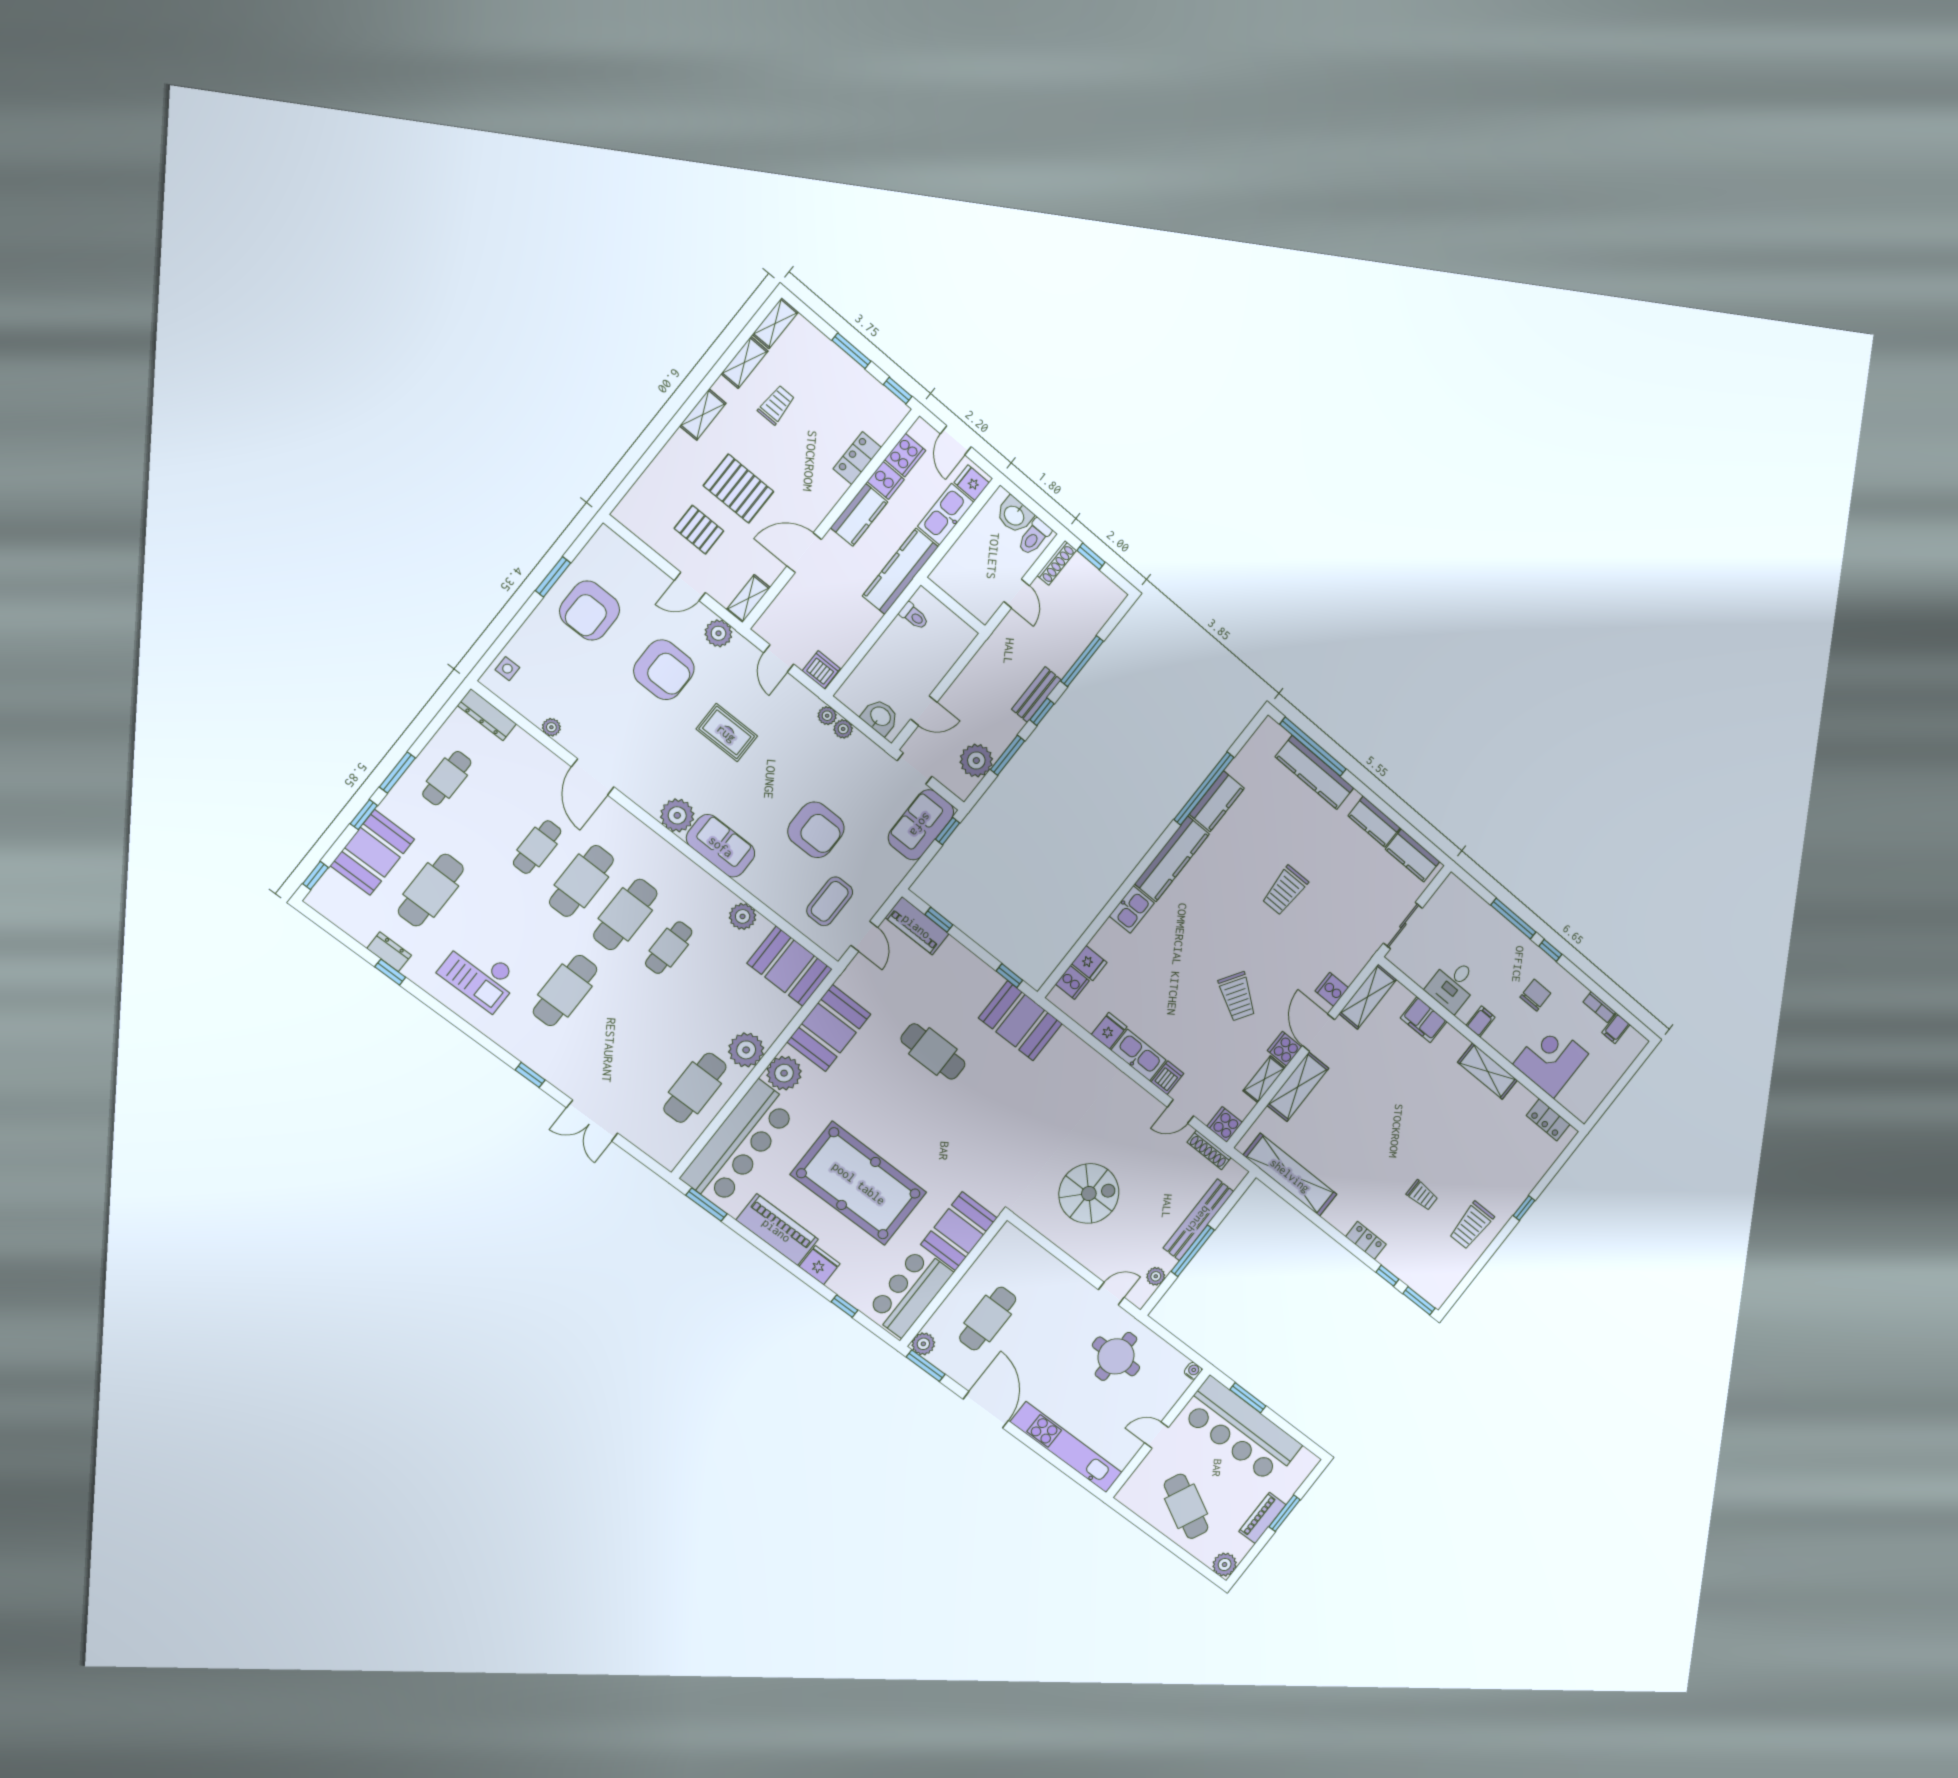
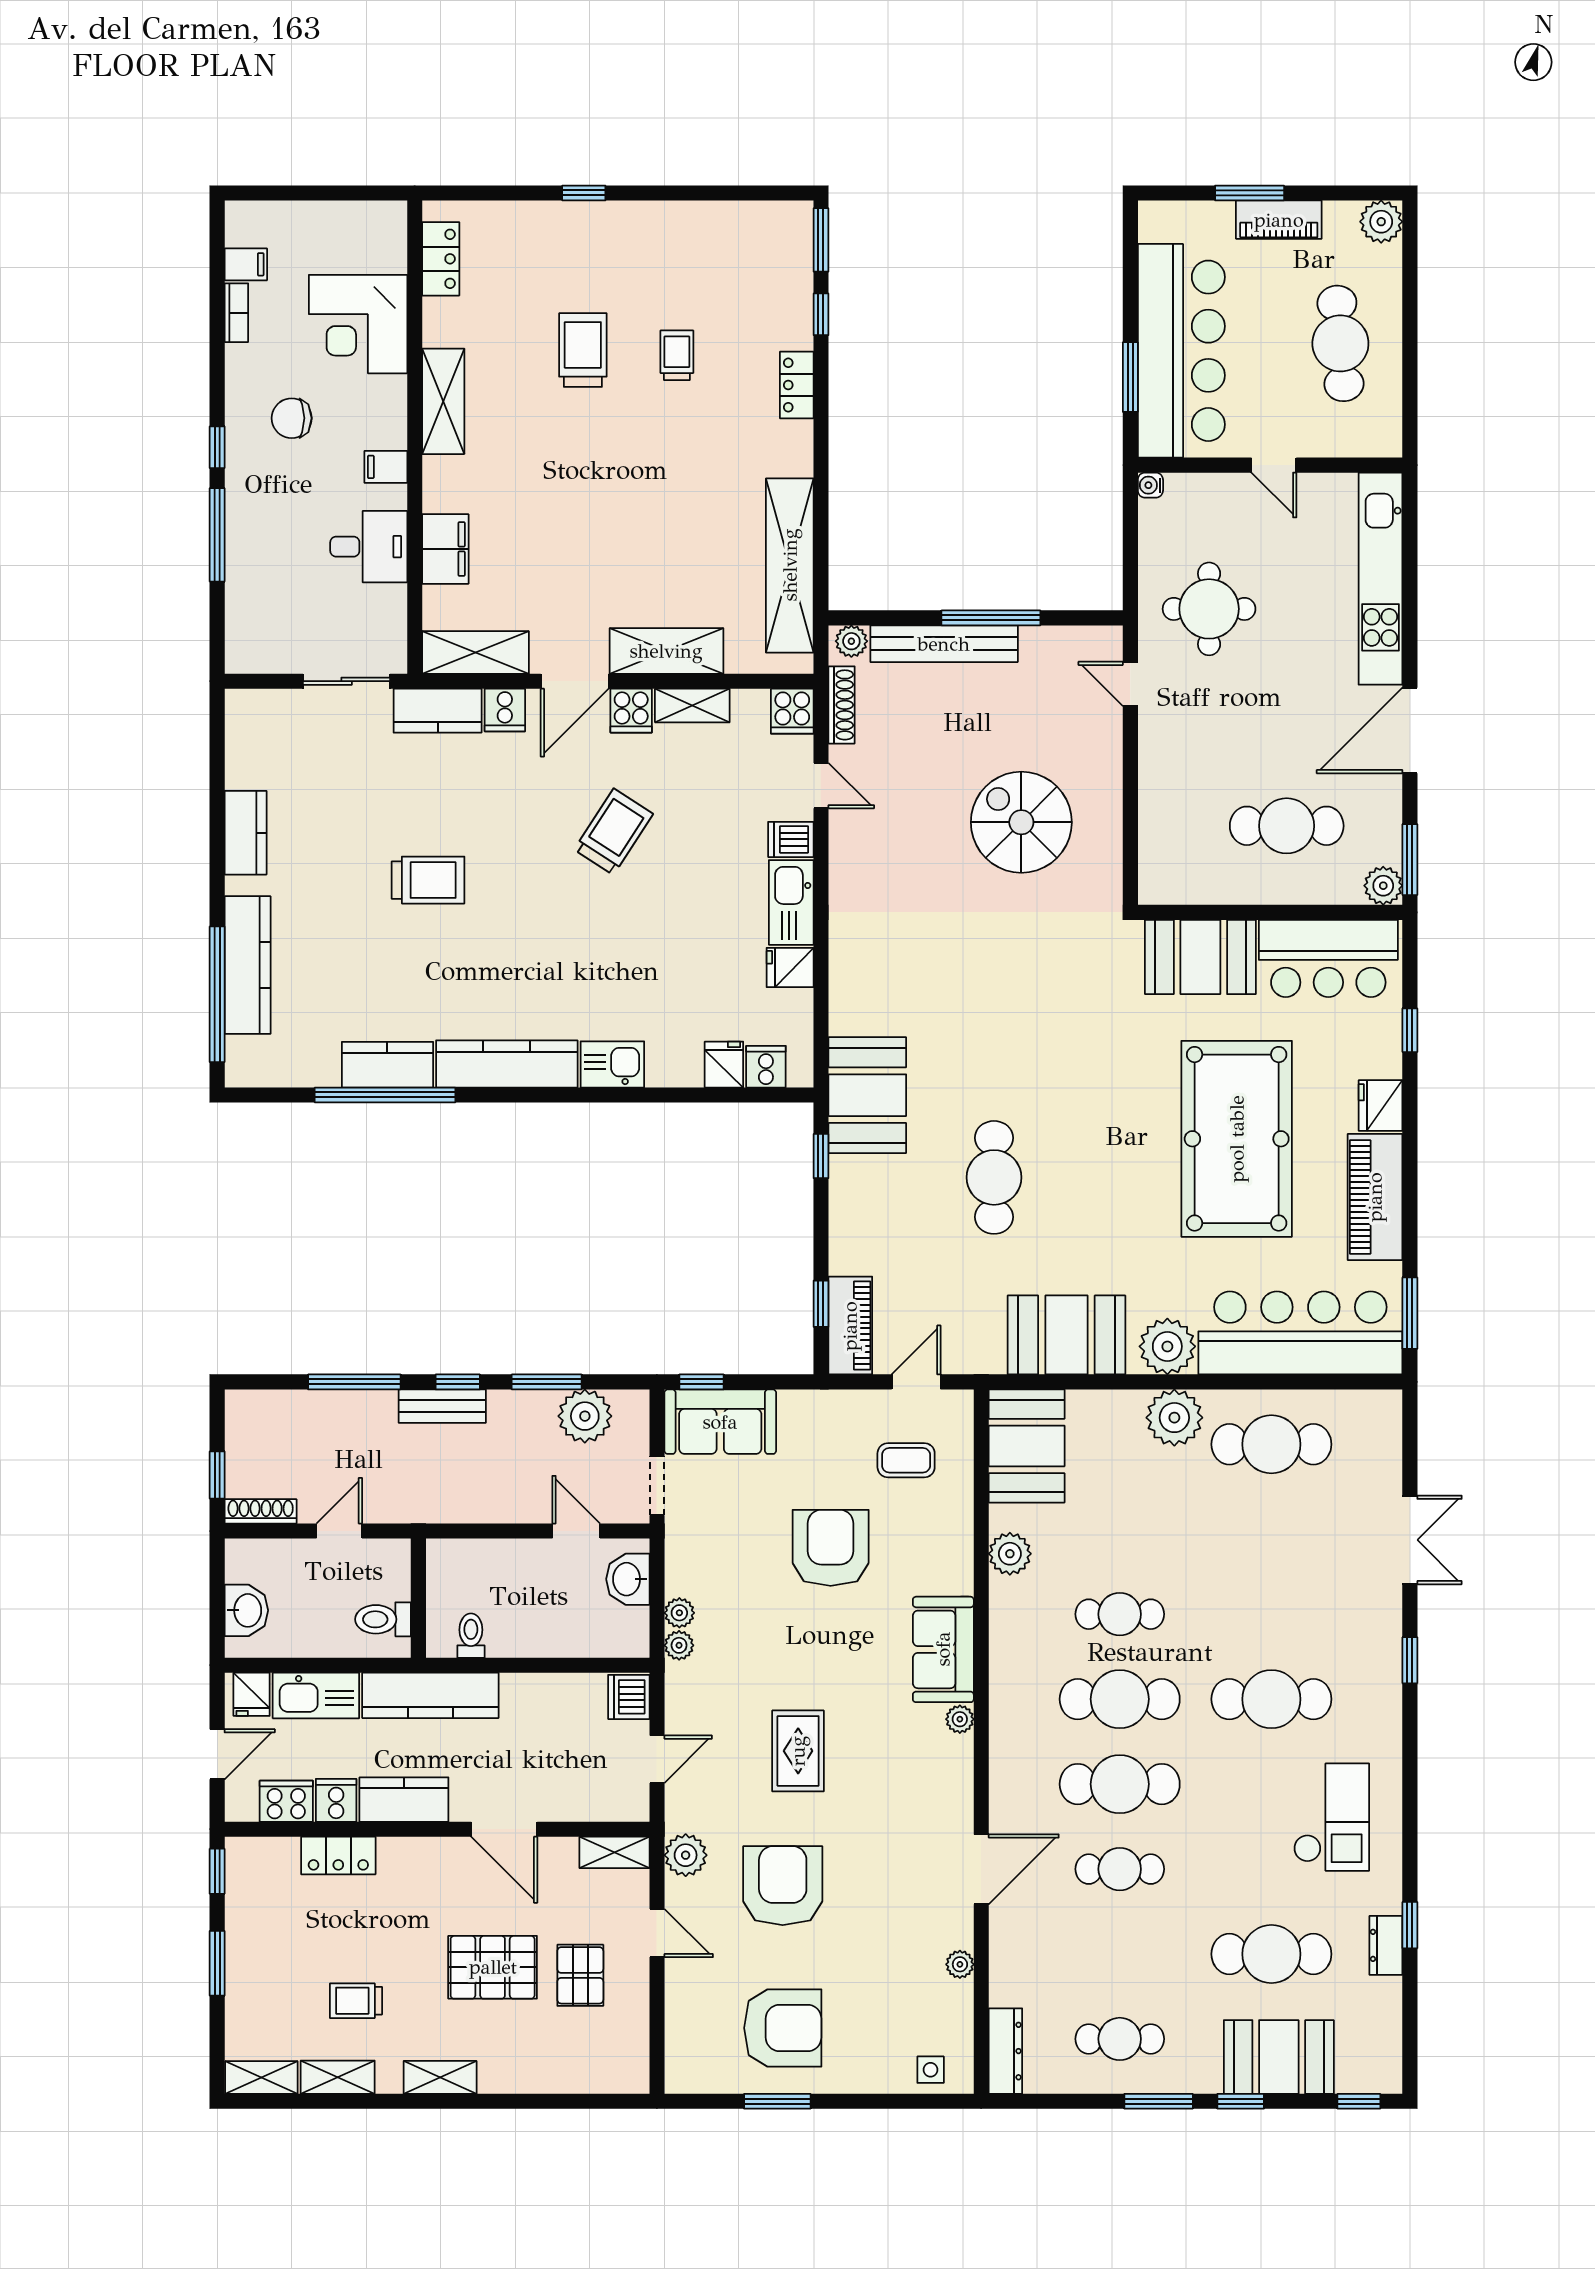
pallet: (738, 489) -> (493, 1967), turned 90
toilet: (1034, 537) -> (383, 1619), moved, turned 180
plant: (677, 815) -> (960, 1719), width x0.53, depth x0.53
kitchen counter: (1413, 855) -> (438, 711), moved, turned 90
coffee table: (830, 901) -> (906, 1460), width x0.73, depth x0.77
trolley: (1472, 1225) -> (583, 350), moved, turned -90
plant: (1156, 1276) -> (851, 641), moved
cafe table: (1186, 1506) -> (1340, 343), turned -32

